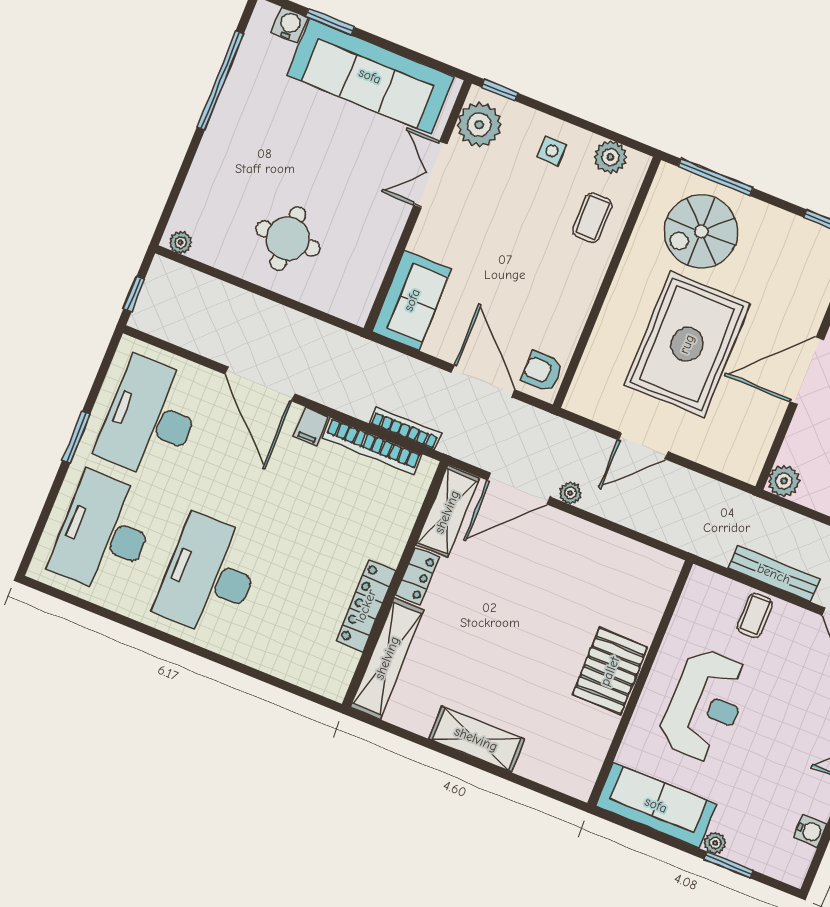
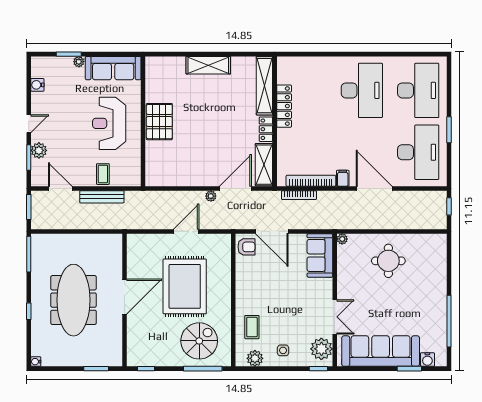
plant: (181, 242) -> (342, 239), moved
plant: (784, 481) -> (115, 241), removed

